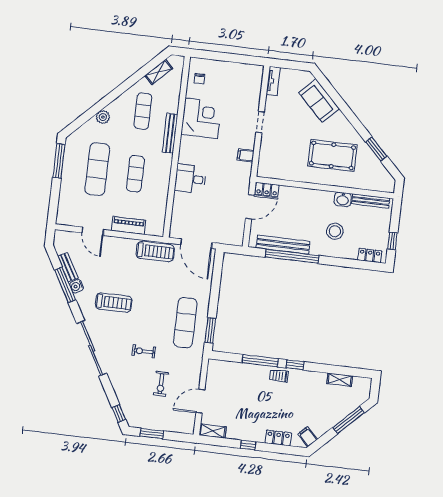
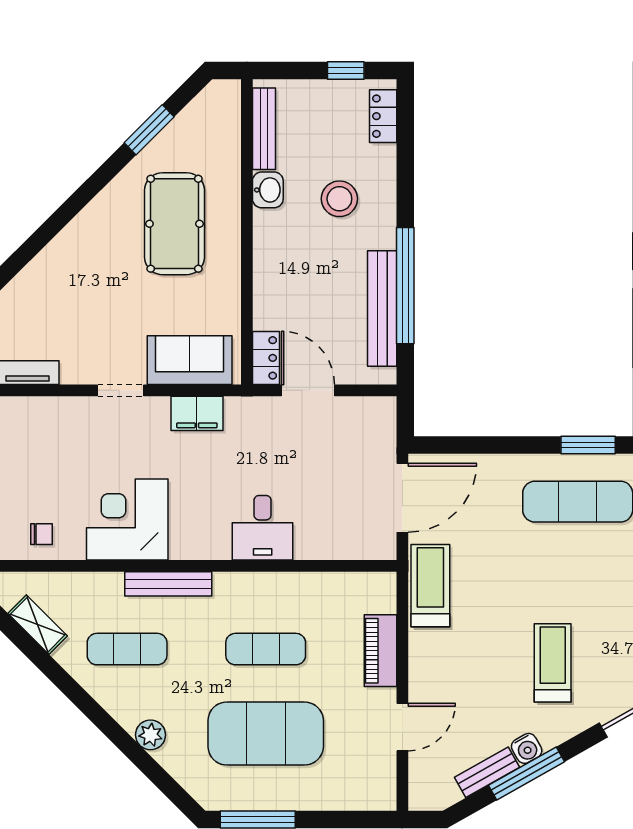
sofa: (319, 101) -> (190, 360), moved, turned -135
filing cabinet: (246, 155) -> (197, 413), width x2.00
exercise mat: (97, 169) -> (266, 734), width x1.47

